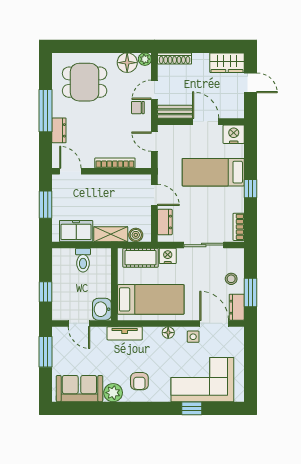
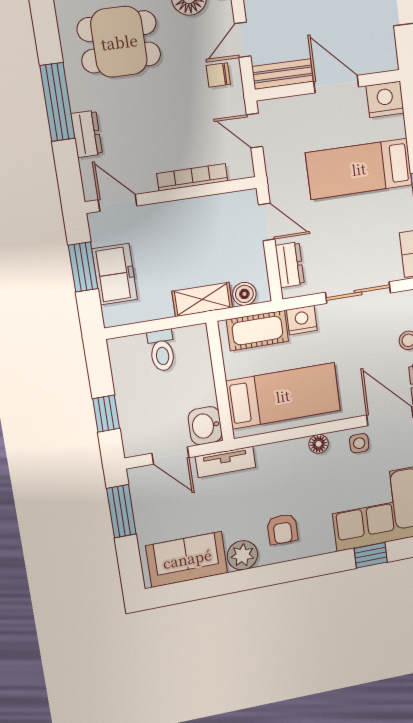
freezer: (76, 231) -> (115, 274), moved, turned 90
tv unit: (125, 333) -> (226, 462), moved

